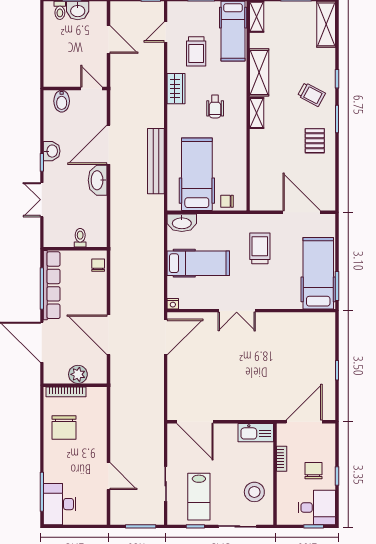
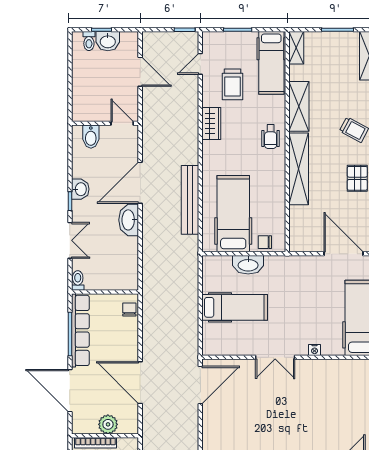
wheelchair: (215, 107) -> (271, 137), moved
shelving: (257, 113) -> (299, 169), width x2.20, depth x1.33
double door: (42, 200) -> (70, 240), swing flipped
washbasin: (182, 223) -> (248, 265), moved
toilet: (80, 238) -> (78, 281), moved
trolley: (260, 248) -> (299, 292), removed
nightstand: (173, 304) -> (315, 350), moved

